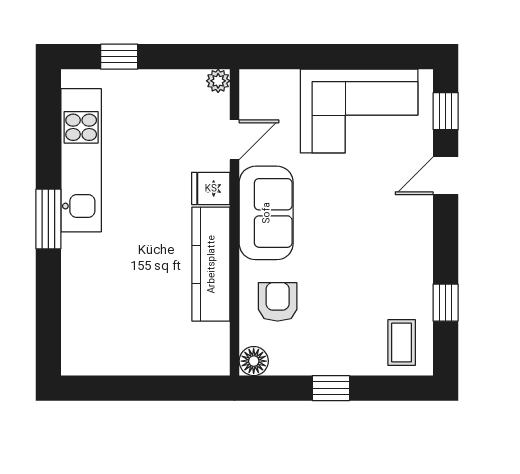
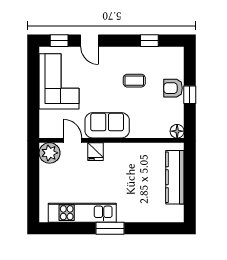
window: (119, 57) -> (33, 195), removed
plant: (218, 81) -> (50, 153), width x1.88, depth x1.88
kitchen counter: (211, 264) -> (175, 177), moved, turned 90
armchair: (278, 302) -> (173, 88), moved
coffee table: (402, 342) -> (134, 81), moved

